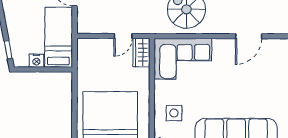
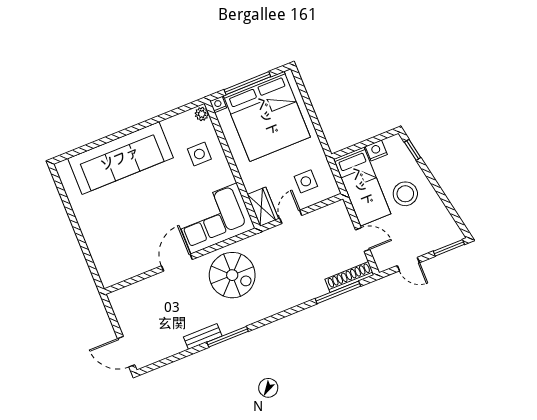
stool: (28, 18) -> (405, 194), added
door: (249, 36) -> (177, 263), moved
side table: (100, 59) -> (306, 181), added

